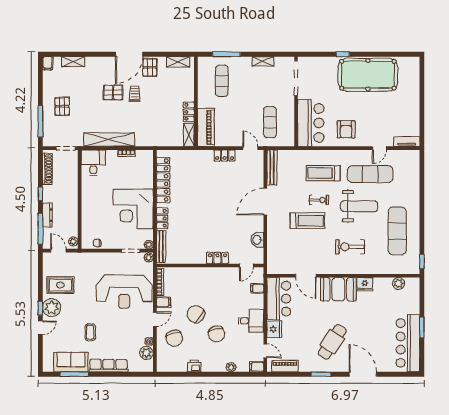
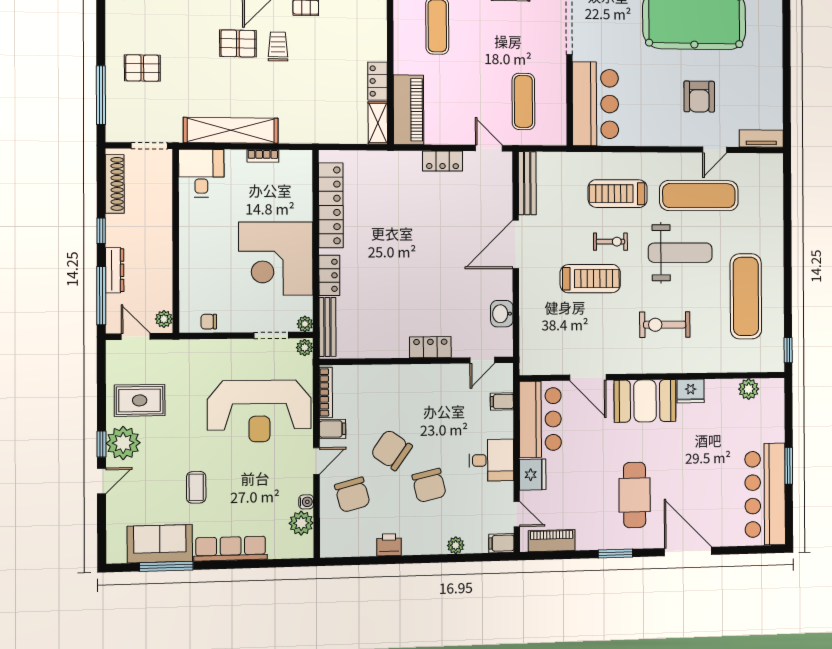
pallet: (62, 106) -> (142, 68), turned 90
armchair: (346, 129) -> (699, 97), moved
cafe table: (332, 342) -> (635, 495), turned -33

